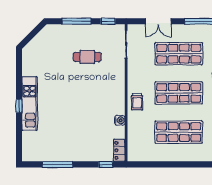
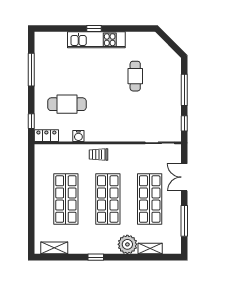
cafe table: (87, 57) -> (135, 76), moved
cafe table: (90, 131) -> (67, 104), added

